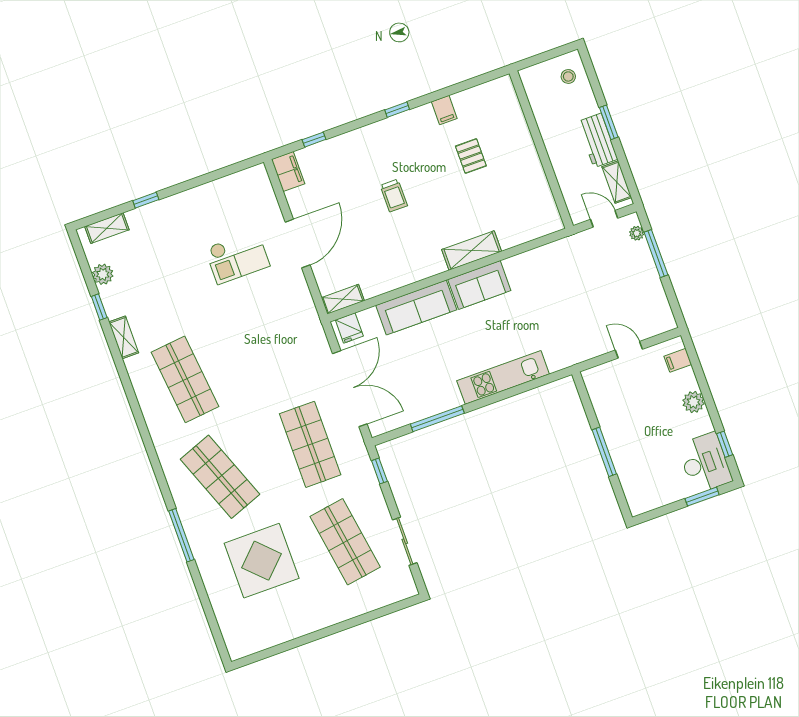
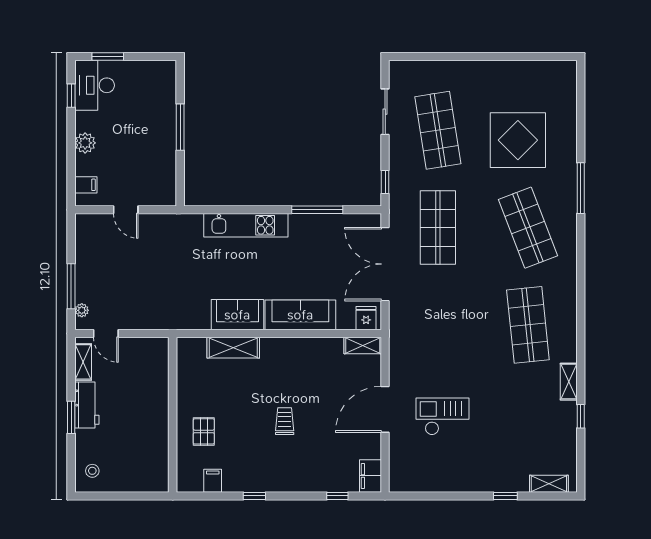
wall: (541, 150) -> (173, 415), moved
plant: (103, 274) -> (567, 444), removed

